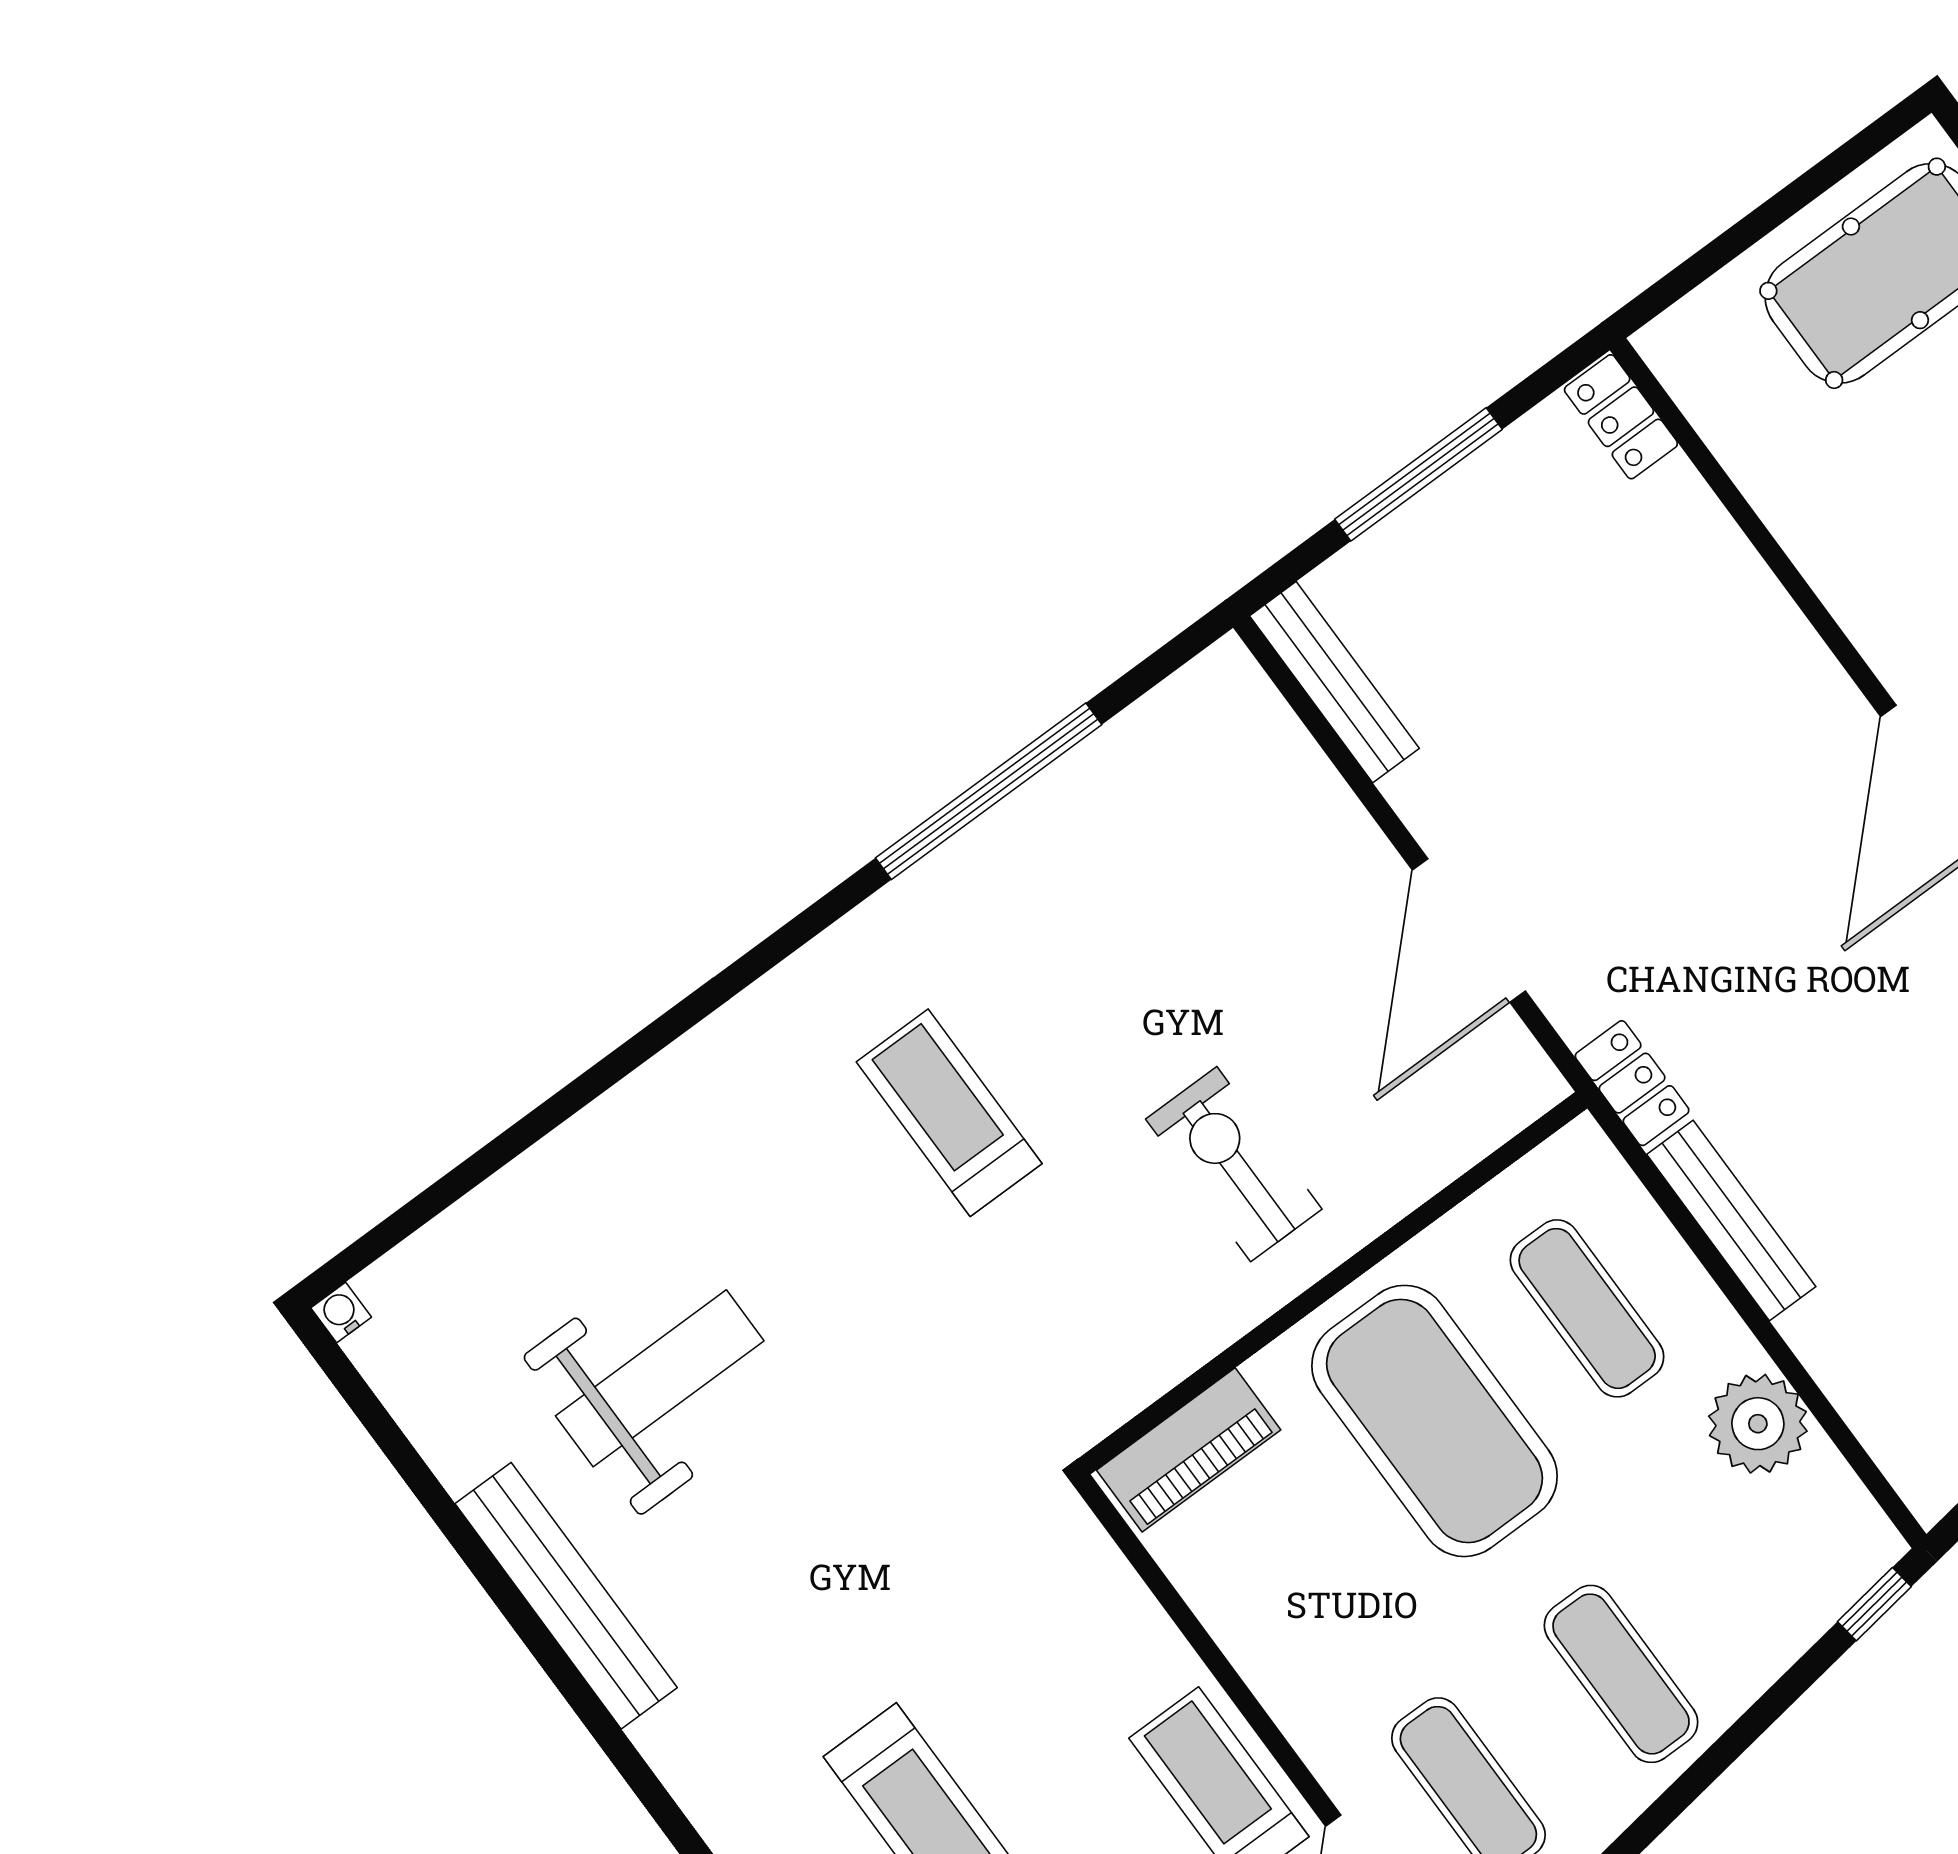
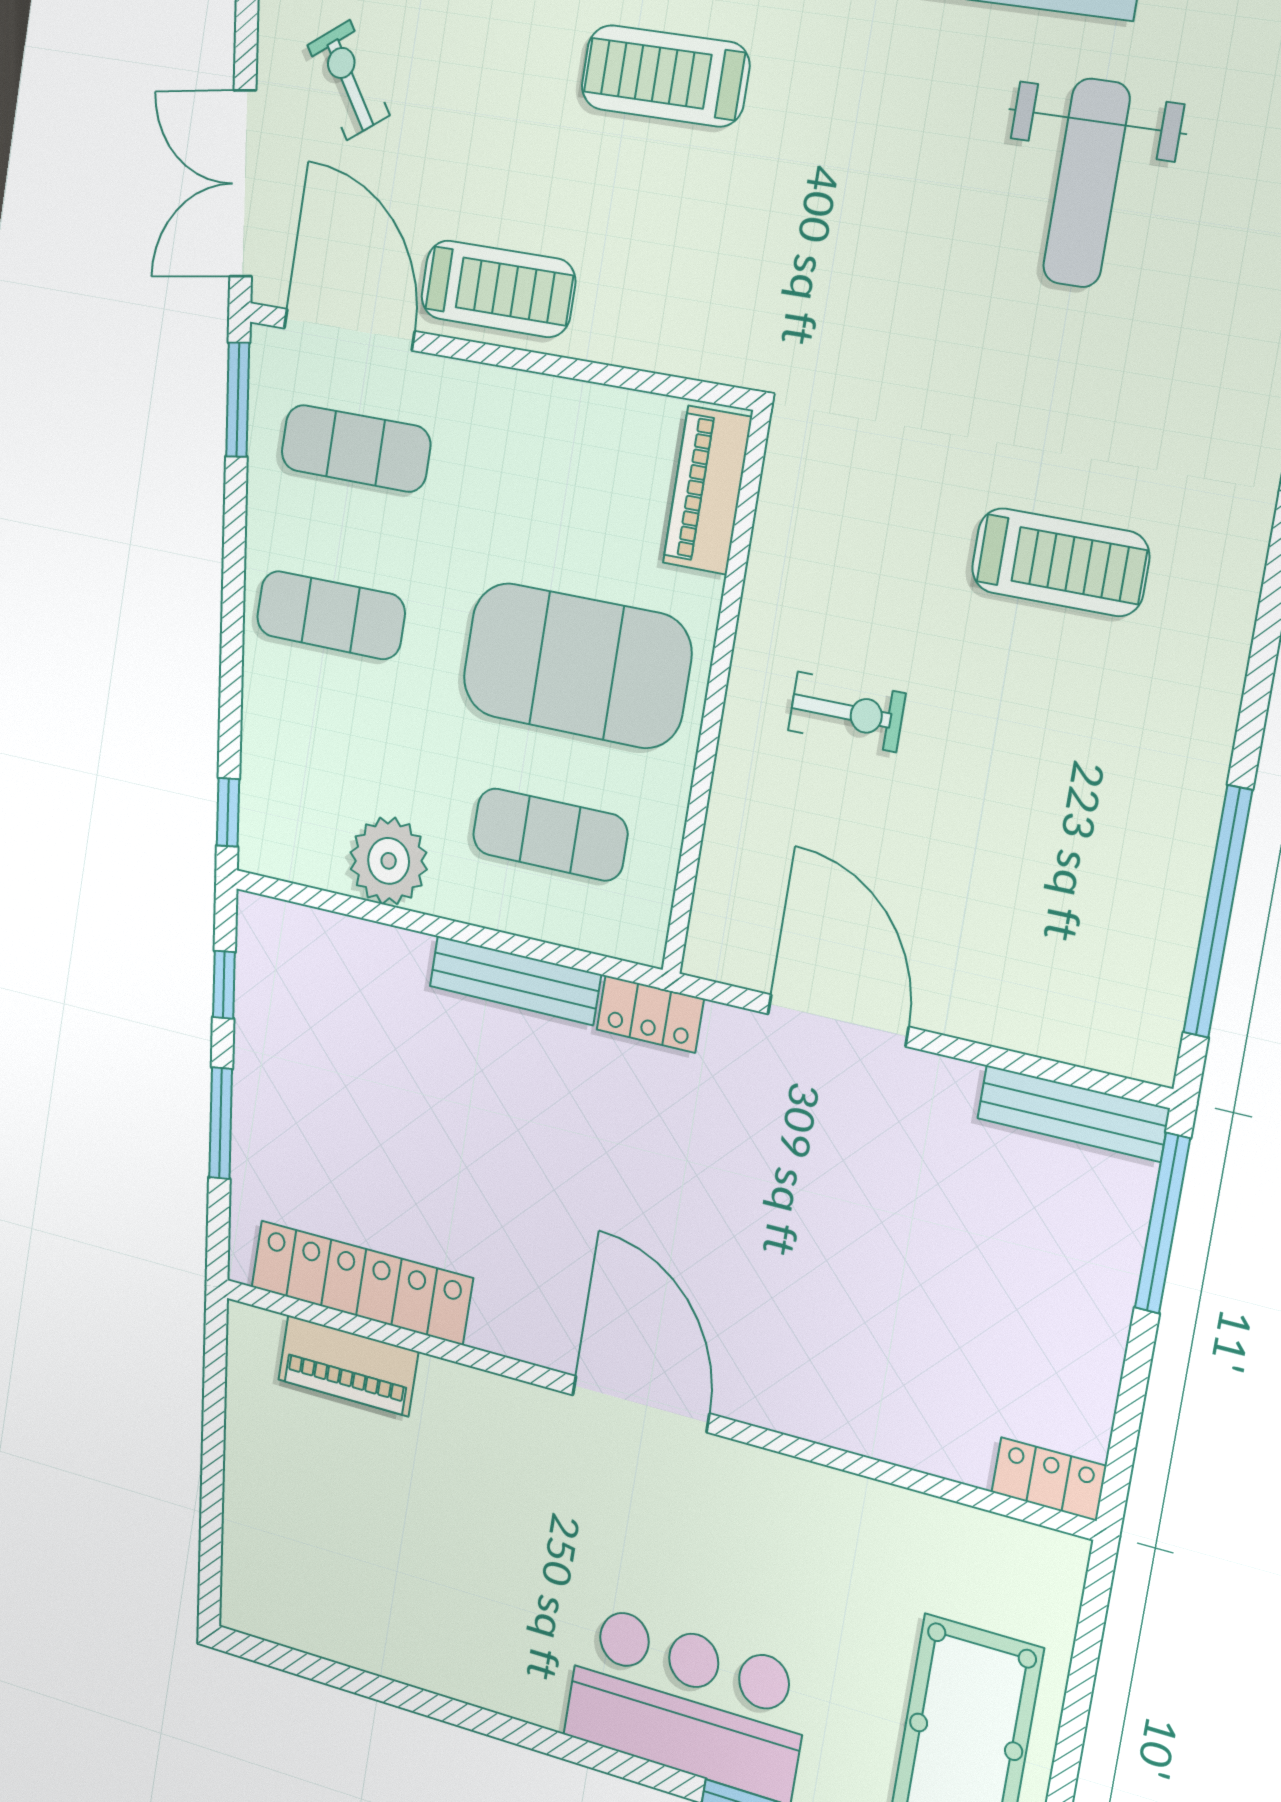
window: (1419, 474) -> (1162, 1223), moved
window: (989, 791) -> (1218, 912), moved
exercise bike: (1234, 1164) -> (847, 712), width x0.73, depth x0.72

